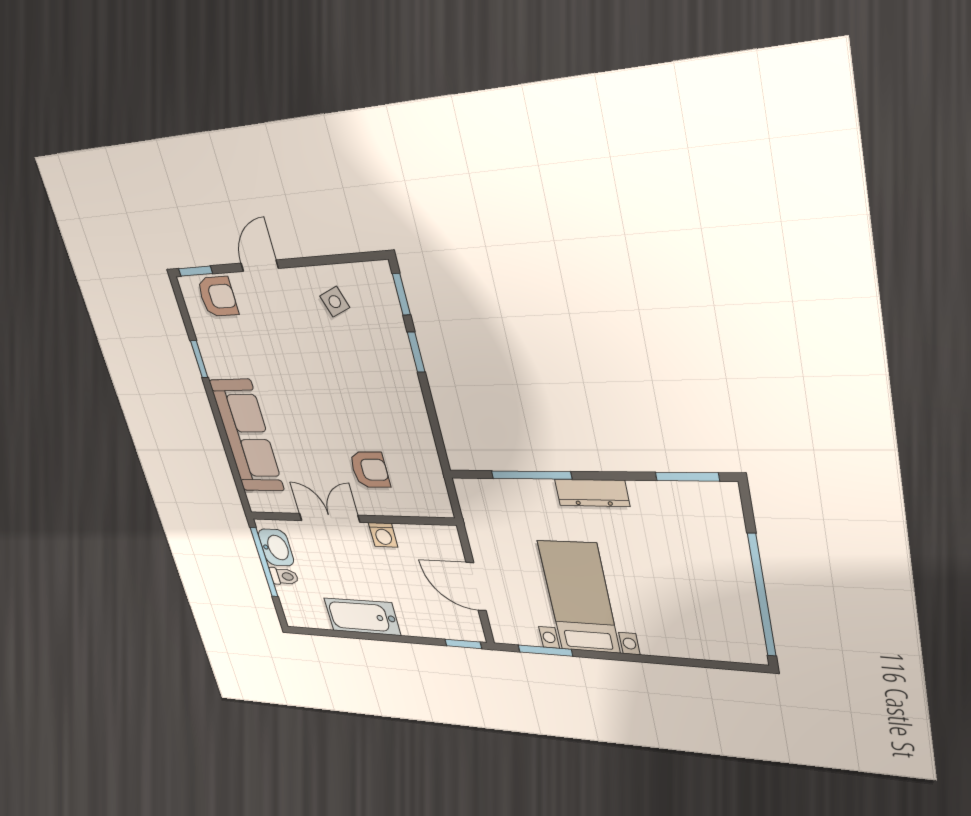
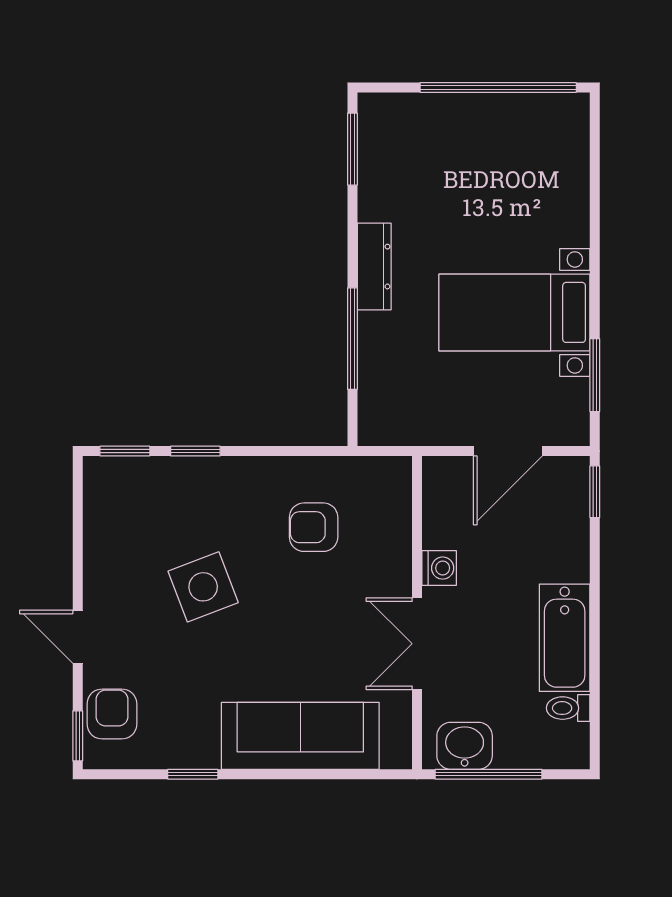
side table: (335, 302) -> (203, 587), moved, width x1.87, depth x1.87
armchair: (370, 470) -> (314, 527), moved, turned -90
toilet: (284, 576) -> (568, 708), moved, turned -90

